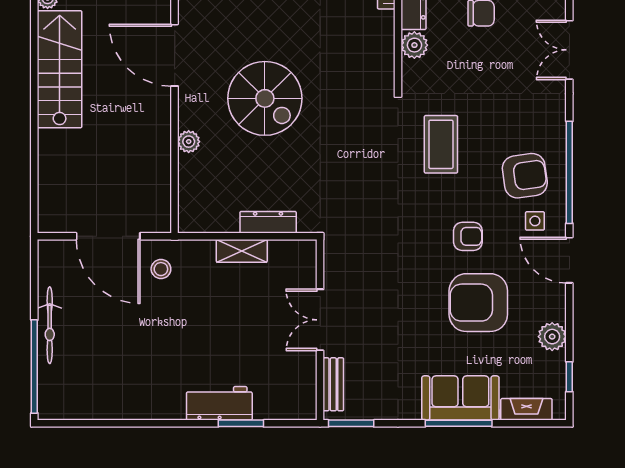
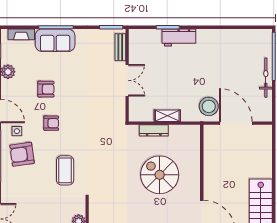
spiral stairs: (265, 98) -> (160, 175), moved
plant: (189, 142) -> (195, 172), removed
armchair: (468, 236) -> (51, 123), turned 180
stool: (161, 269) -> (209, 106), width x1.89, depth x1.89
armchair: (478, 303) -> (46, 89), width x0.53, depth x0.53

